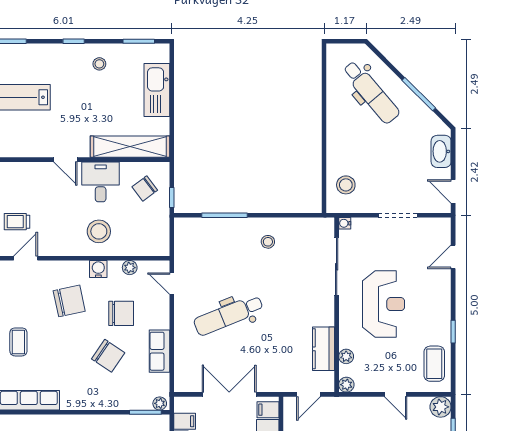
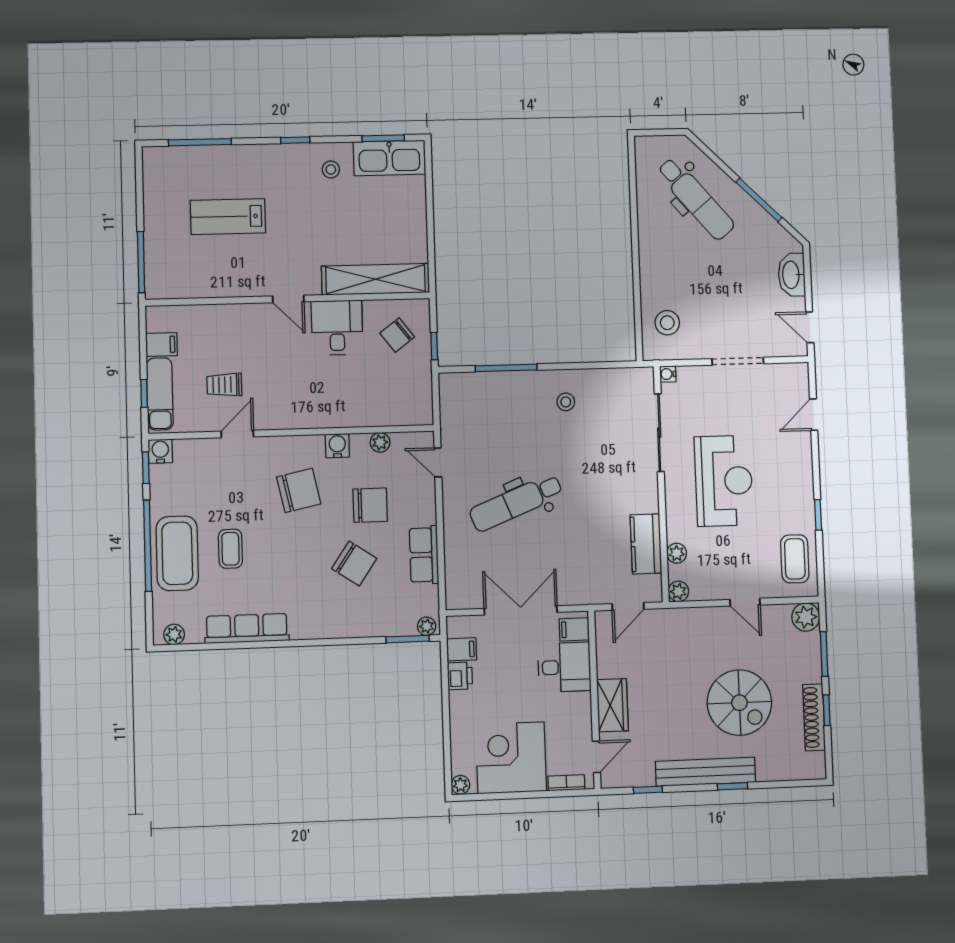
kitchen sink: (157, 90) -> (389, 158), moved, turned -90
stool: (99, 231) -> (337, 395), removed

